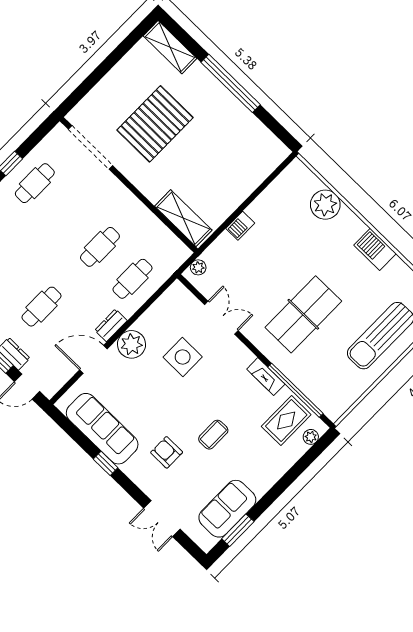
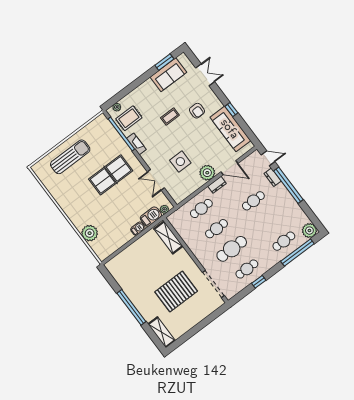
cafe table: (67, 215) -> (232, 249), added
barbecue: (375, 249) -> (151, 217), moved, turned -90

